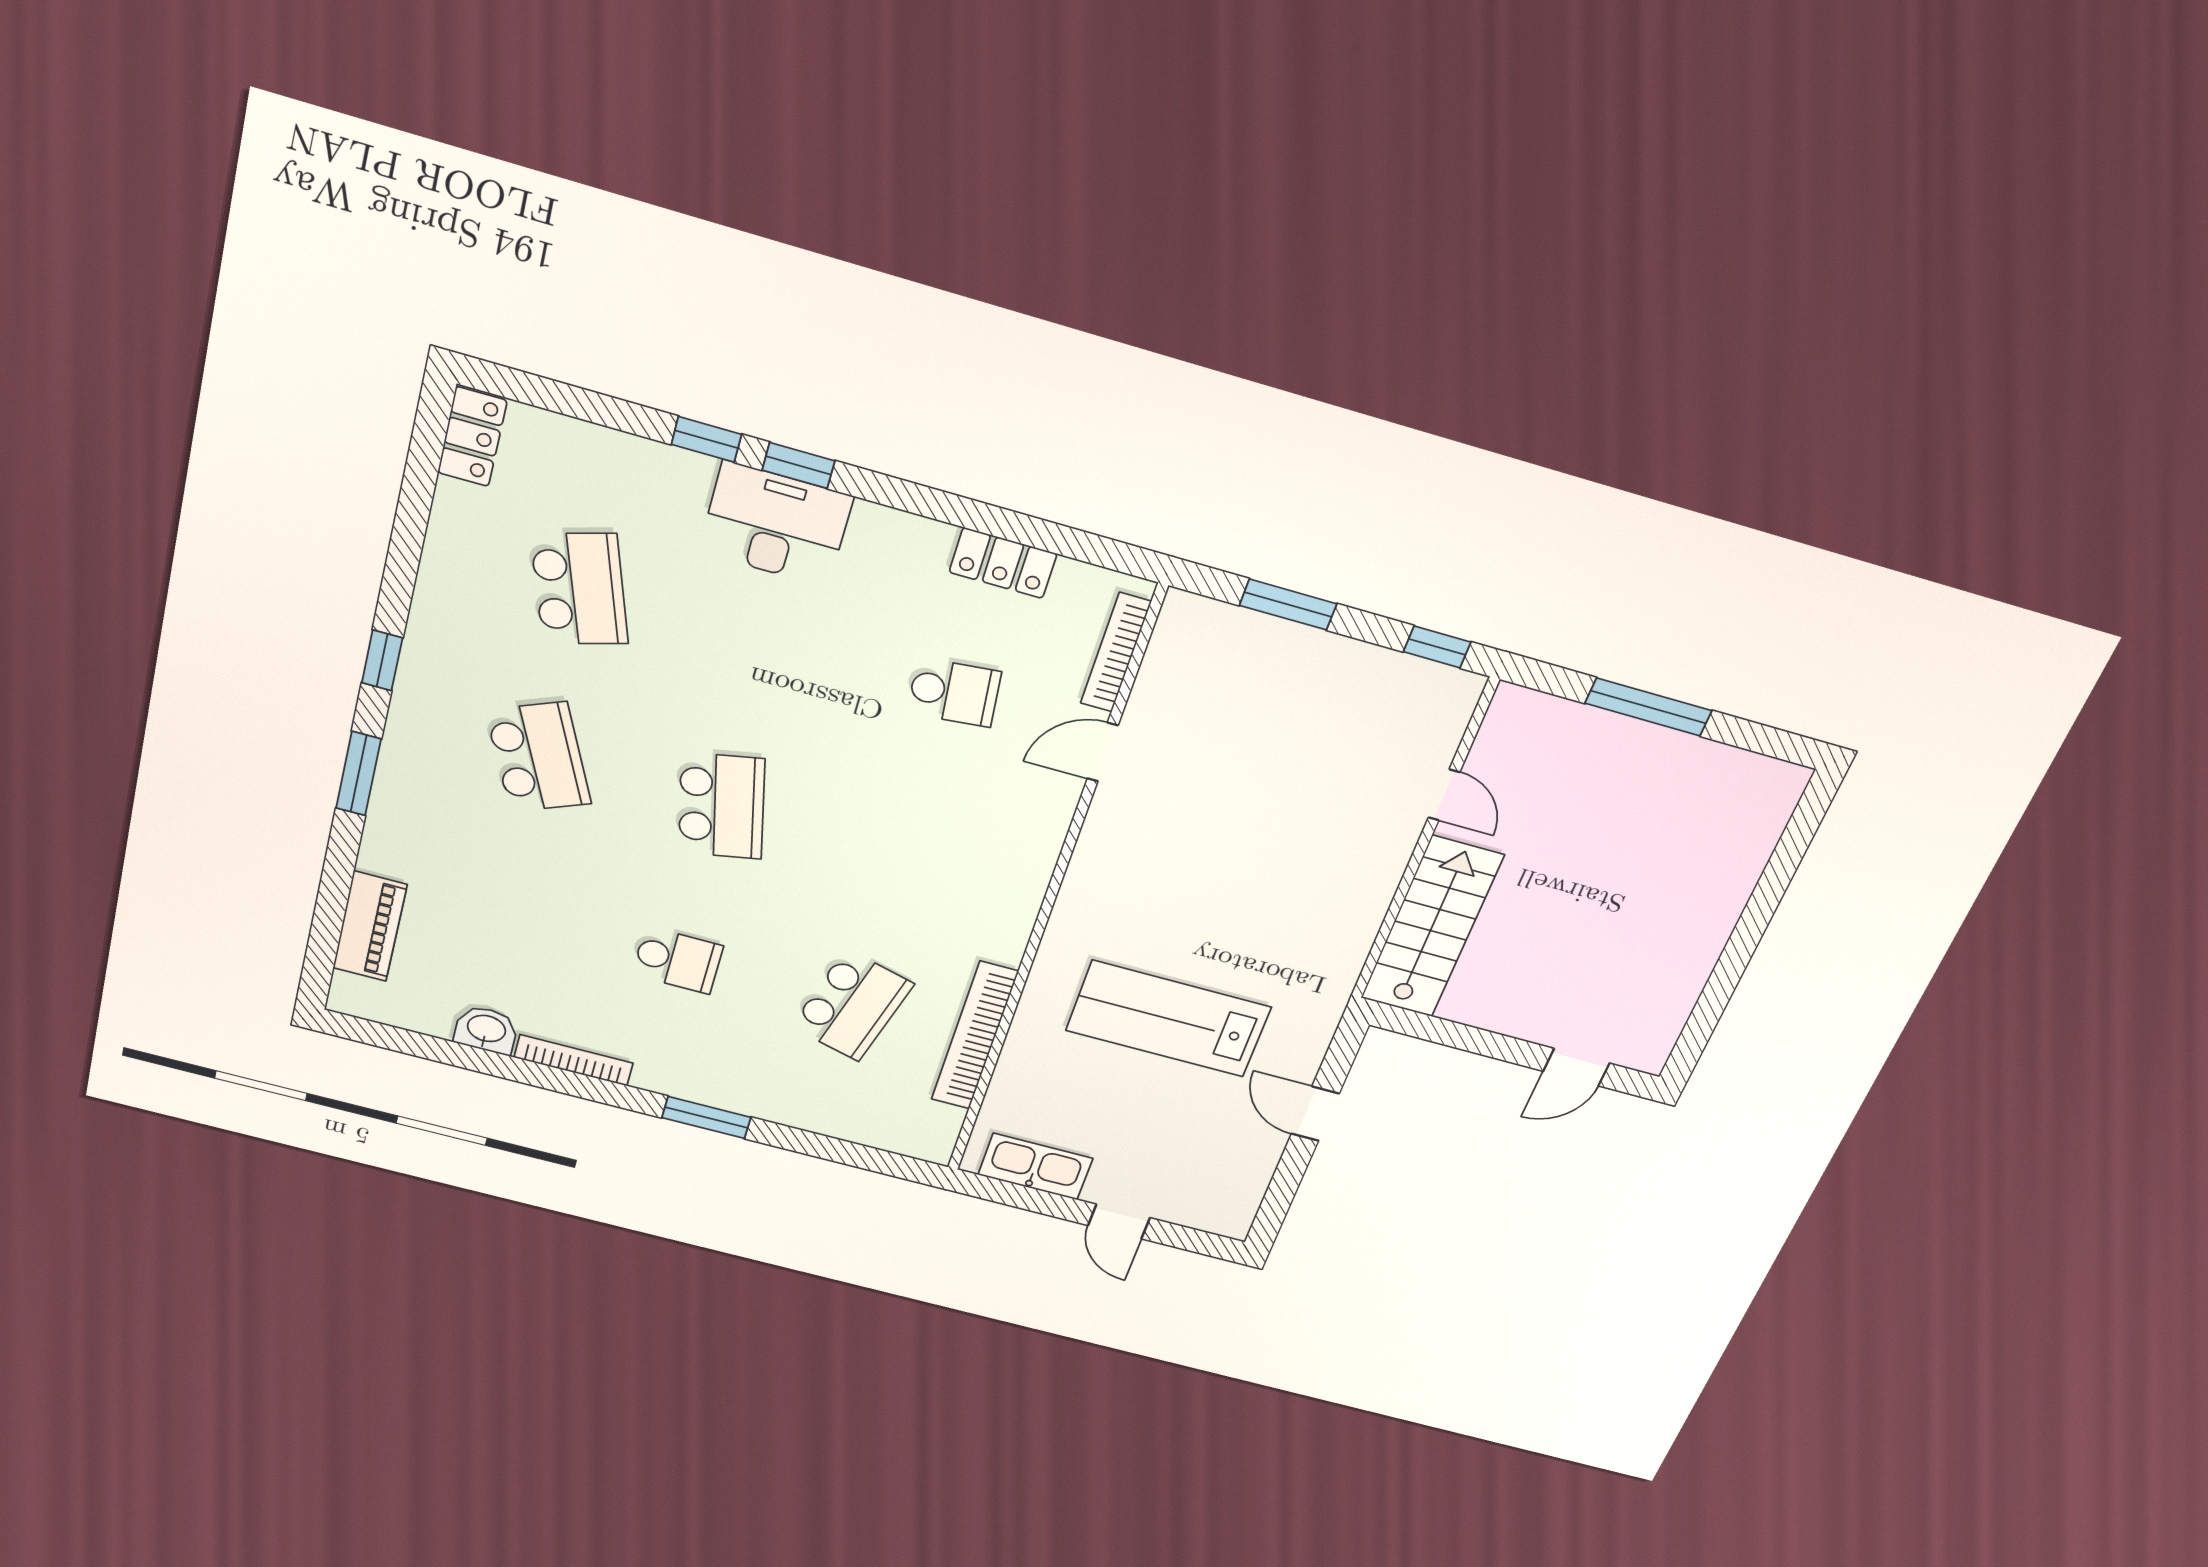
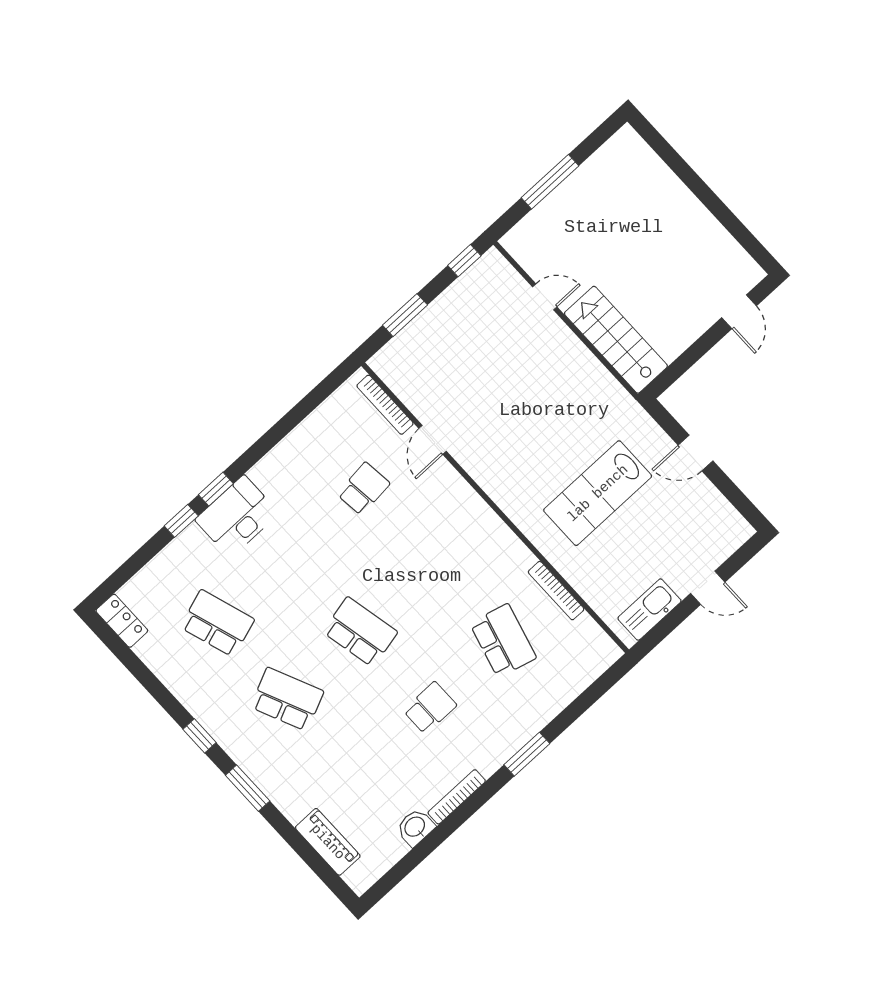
locker: (1003, 563) -> (313, 429), removed
bookcase: (975, 1036) -> (556, 591), width x0.68, depth x0.76

